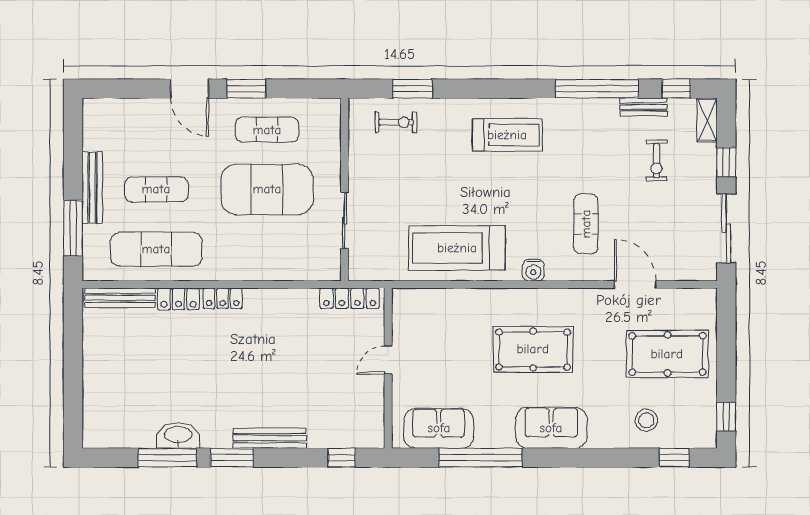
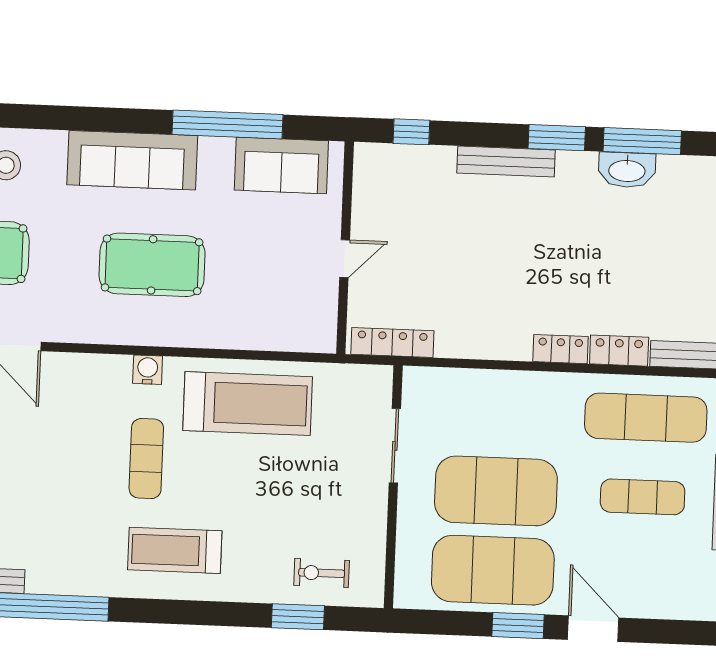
exercise mat: (267, 130) -> (493, 570), width x2.00, depth x1.45
exercise mat: (586, 224) -> (146, 459), moved
sofa: (551, 428) -> (132, 160), width x1.36

